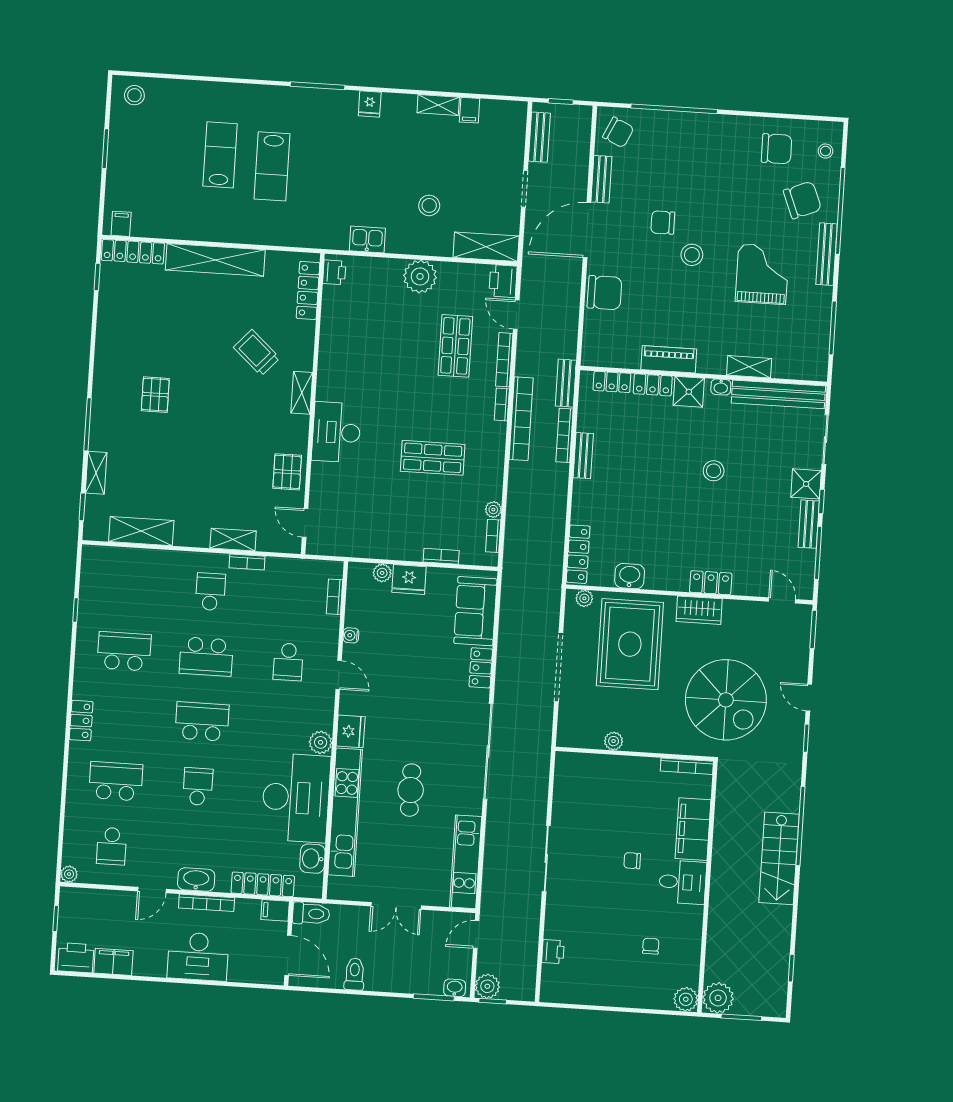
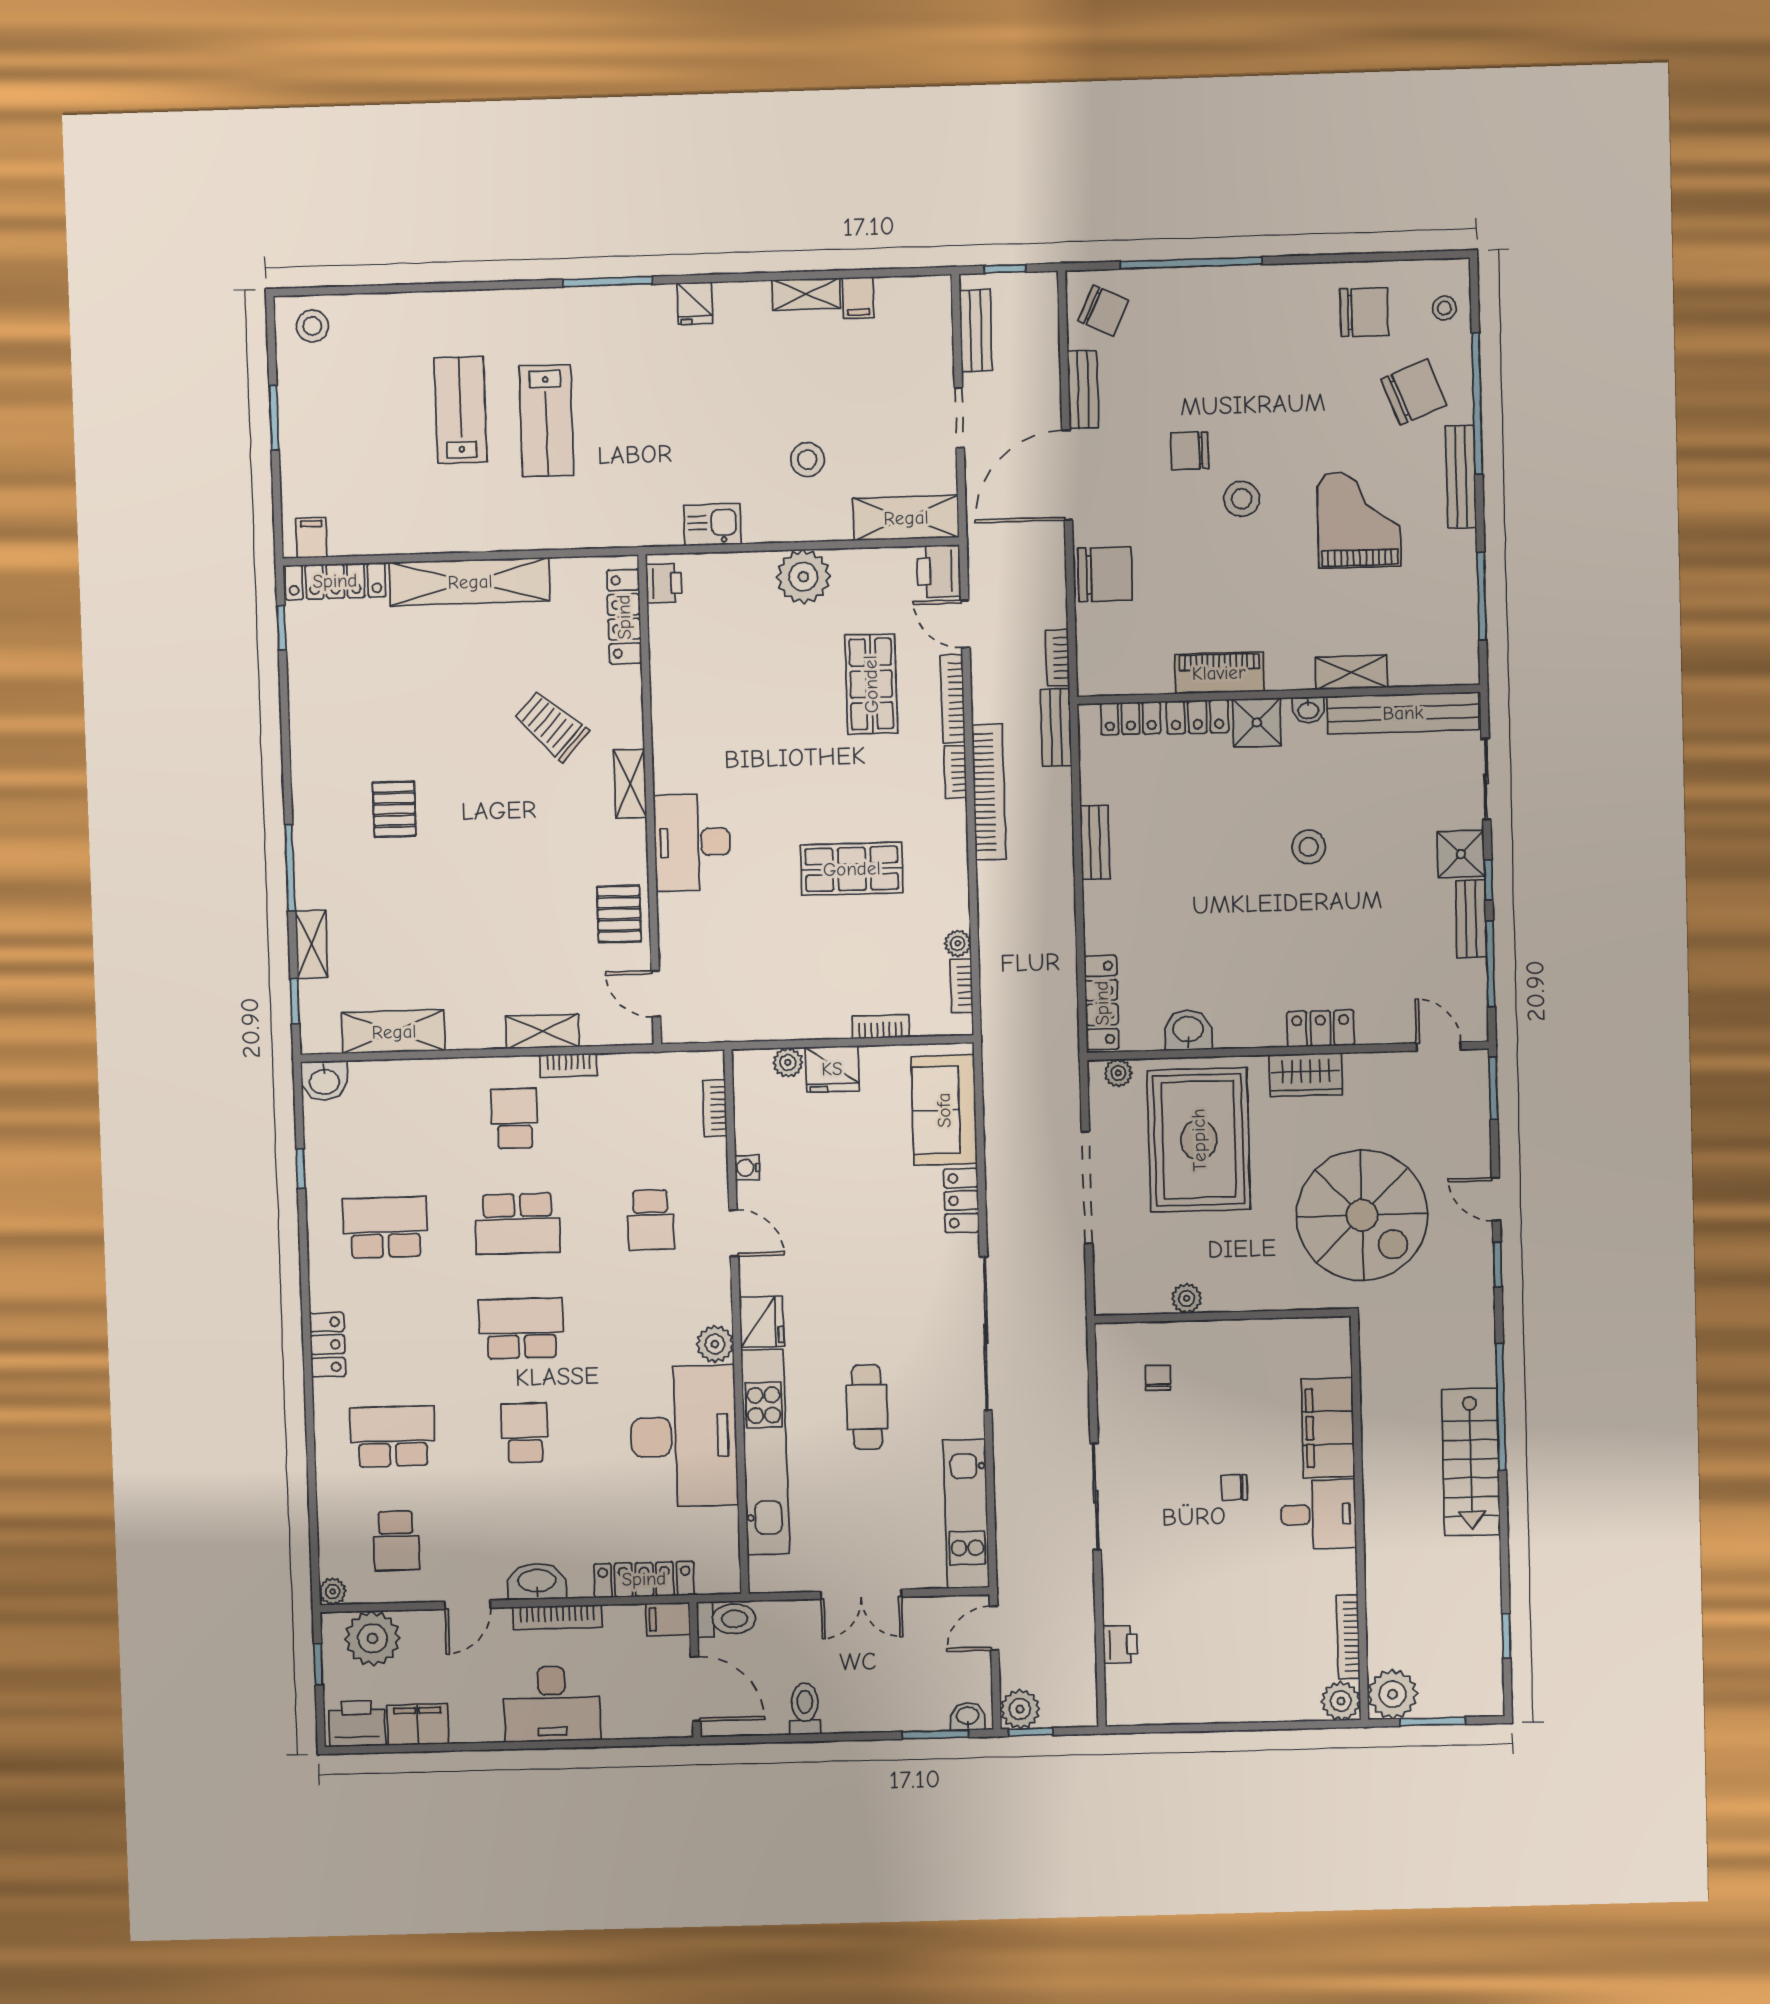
bookcase: (565, 435) -> (1057, 658), moved, width x0.64
bookcase: (687, 766) -> (1348, 1637), moved, turned 90
washbasin: (312, 859) -> (324, 1081), moved, turned -90
plant: (91, 906) -> (372, 1638), added
chair: (651, 946) -> (1158, 1378), moved

